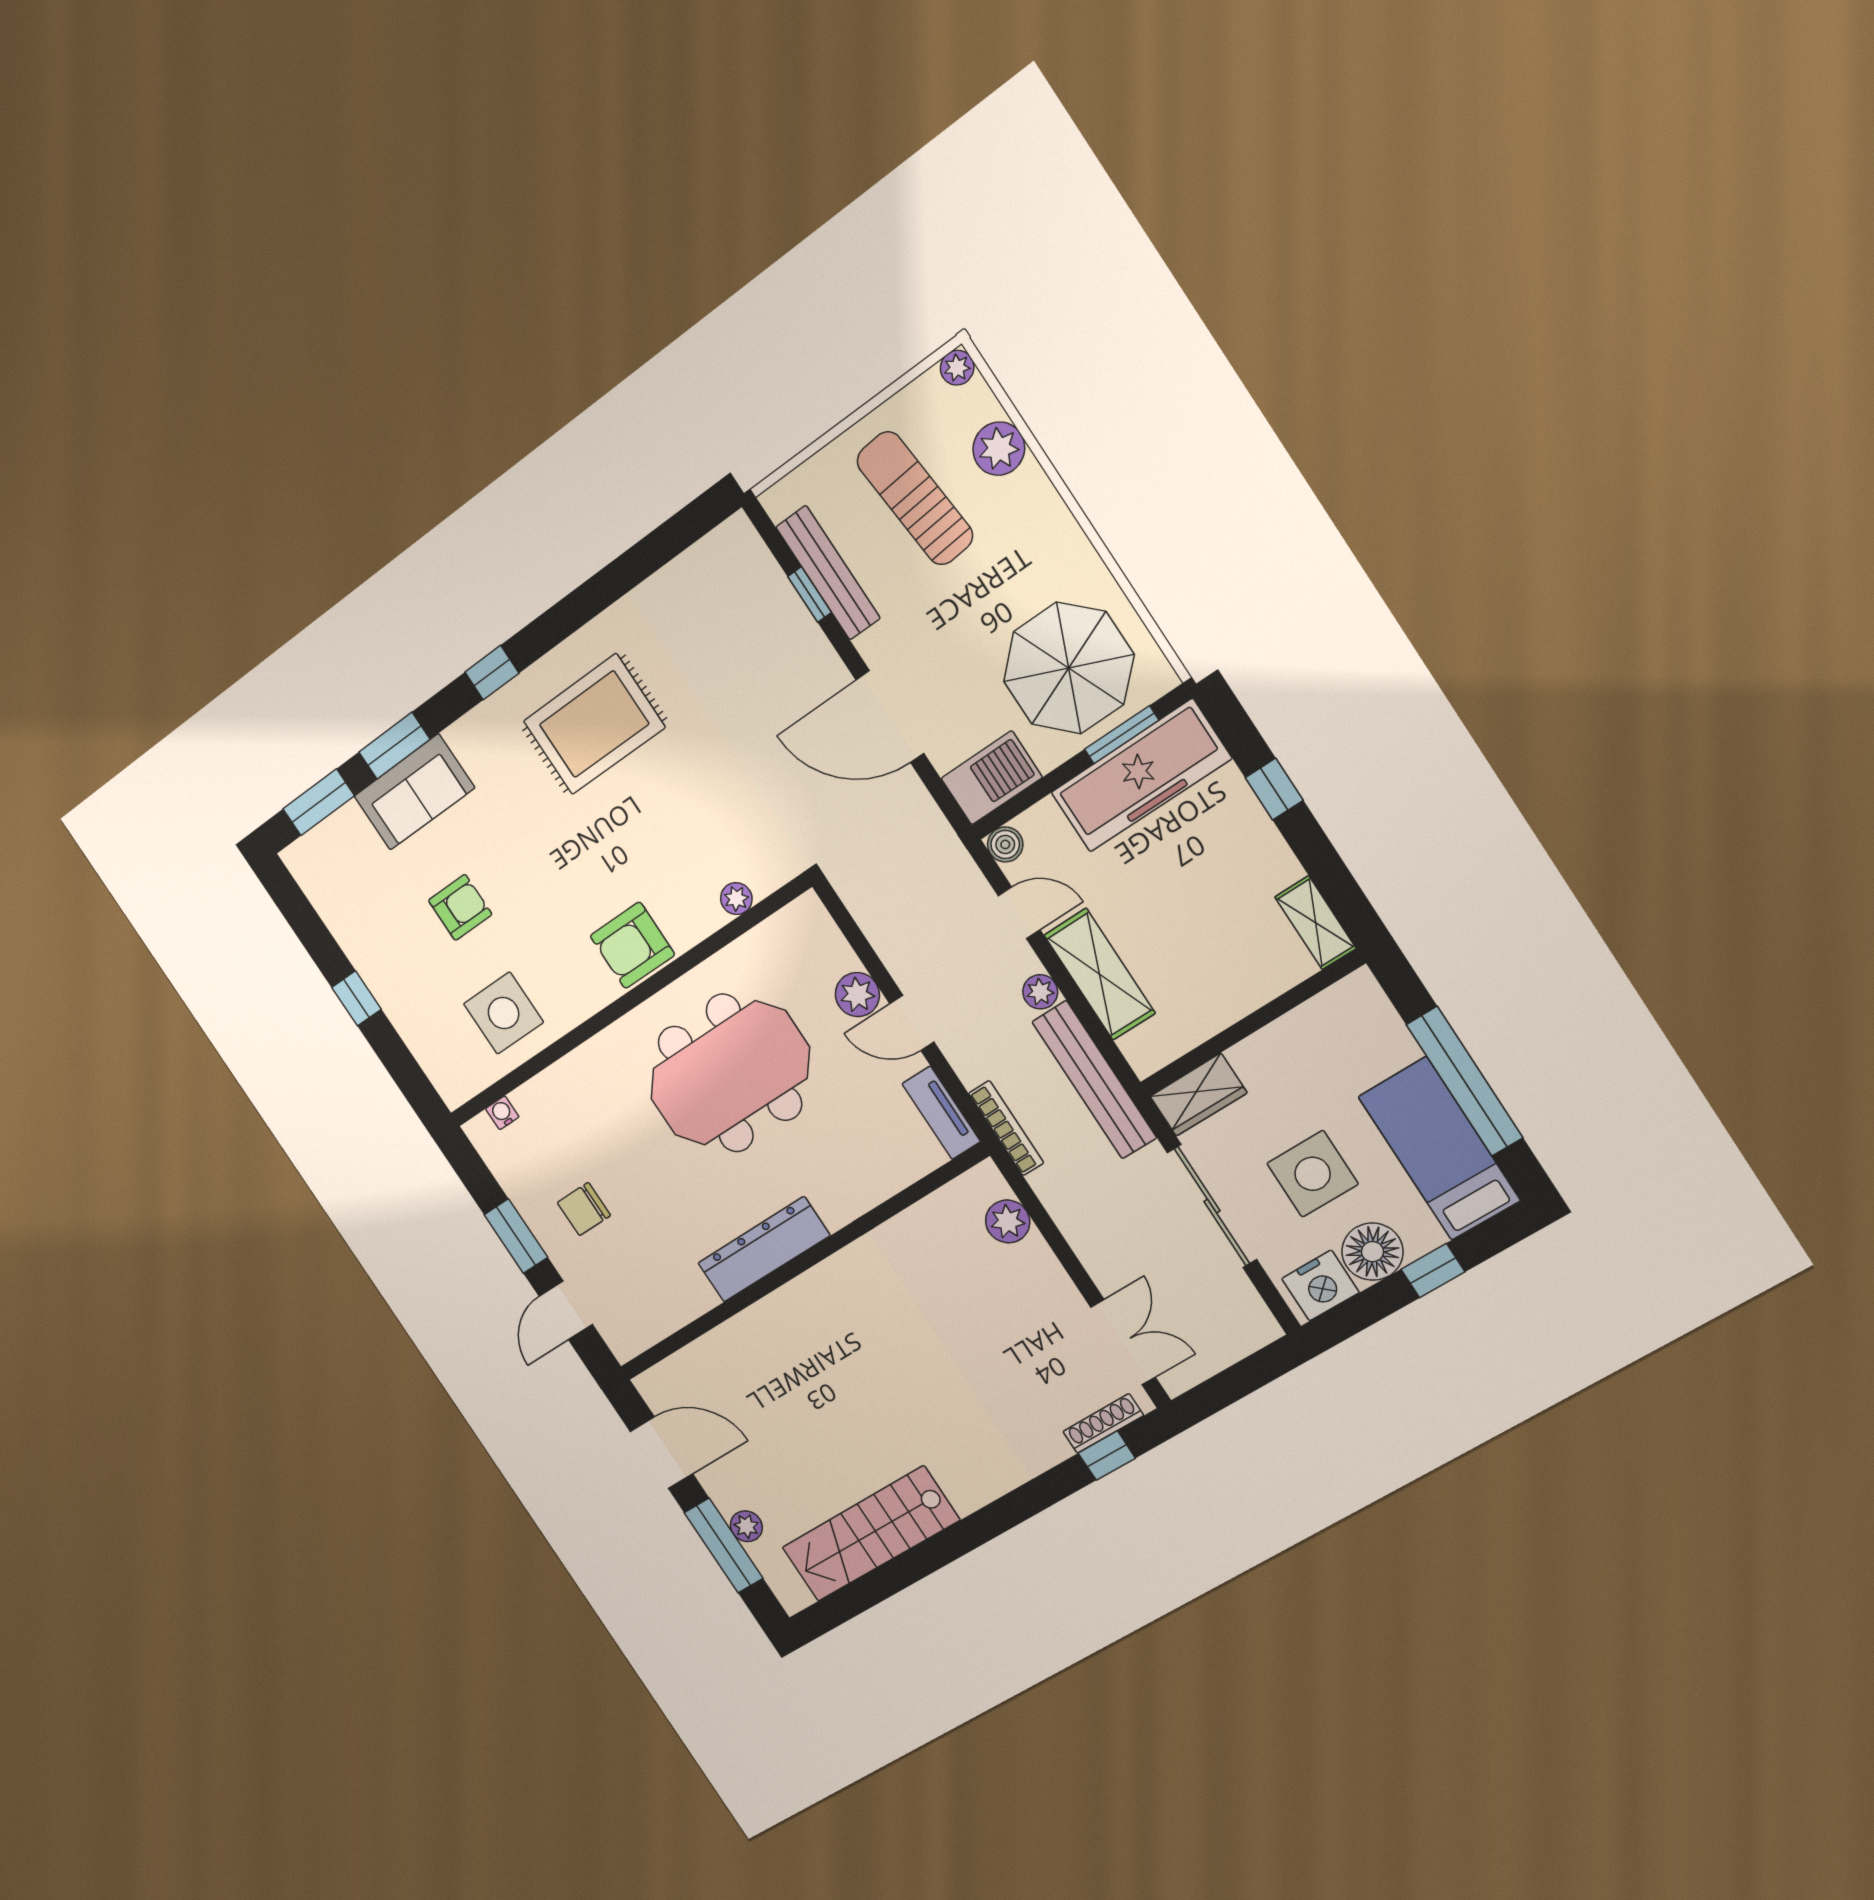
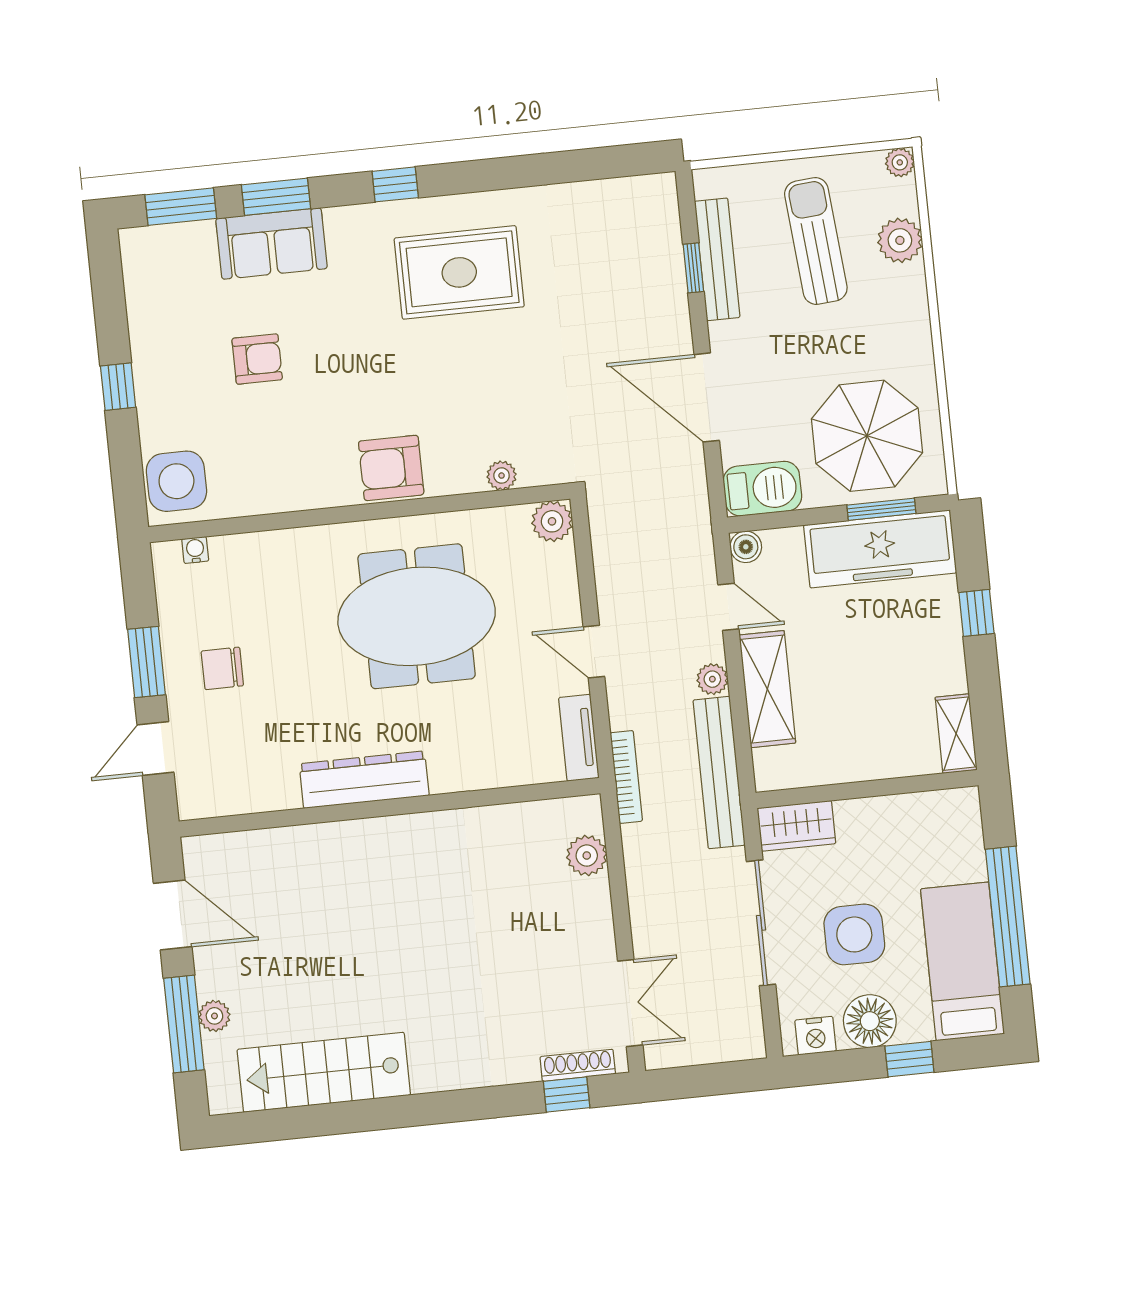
plant: (857, 995) -> (552, 521), moved
side table: (504, 1013) -> (176, 481), moved
nightstand: (1320, 1286) -> (816, 1036), width x0.74, depth x0.75

